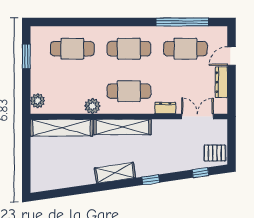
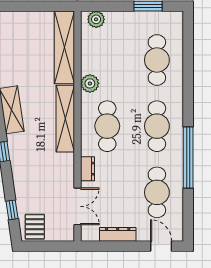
window: (182, 22) -> (188, 157), moved
door: (232, 56) -> (161, 246), moved

